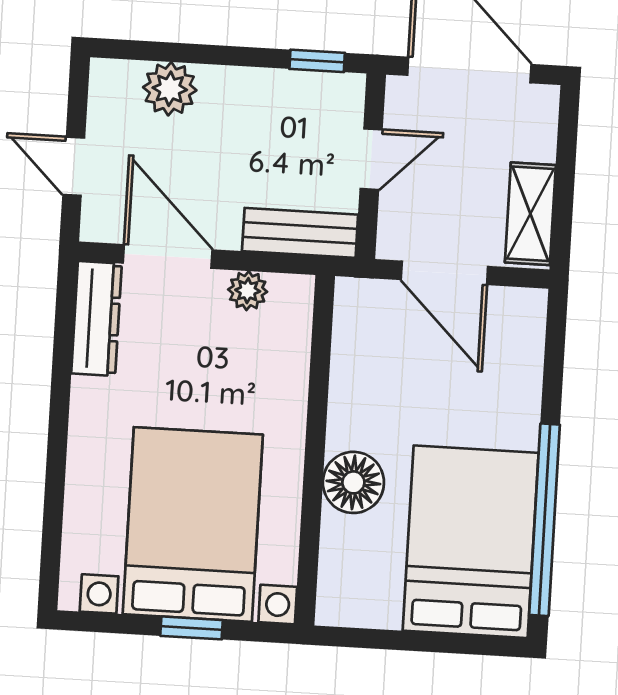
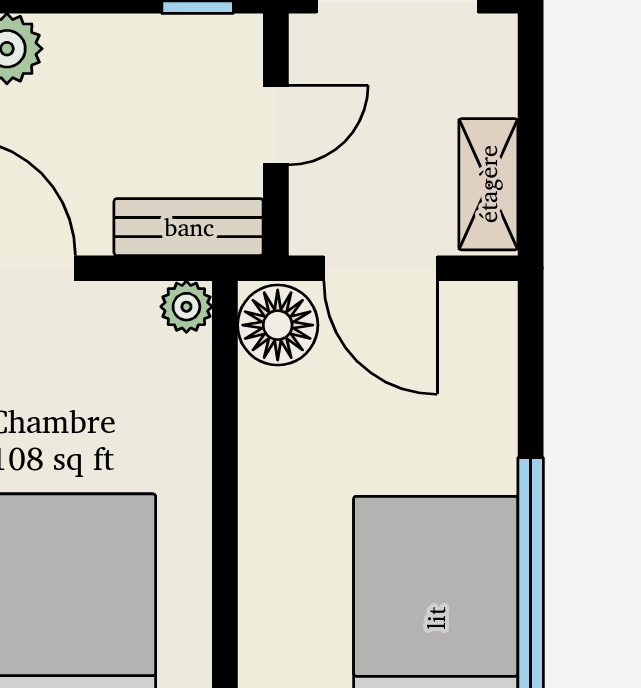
plant: (248, 291) -> (186, 307), moved
floor lamp: (353, 482) -> (278, 325), moved

